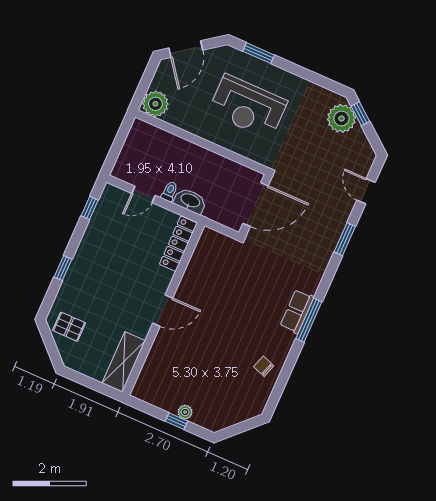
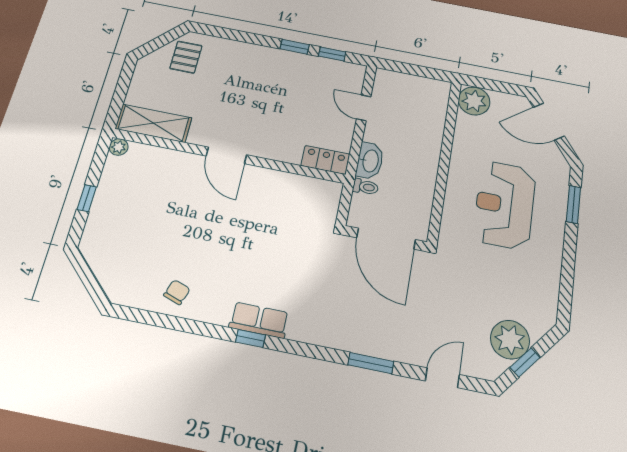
window: (360, 114) -> (525, 362), moved
plant: (341, 118) -> (510, 340), moved
toilet: (170, 191) -> (365, 187), moved
locker: (178, 244) -> (325, 160), width x0.66
window: (63, 268) -> (295, 47), moved
window: (309, 320) -> (251, 338), width x0.46
plant: (185, 412) -> (119, 147), moved

